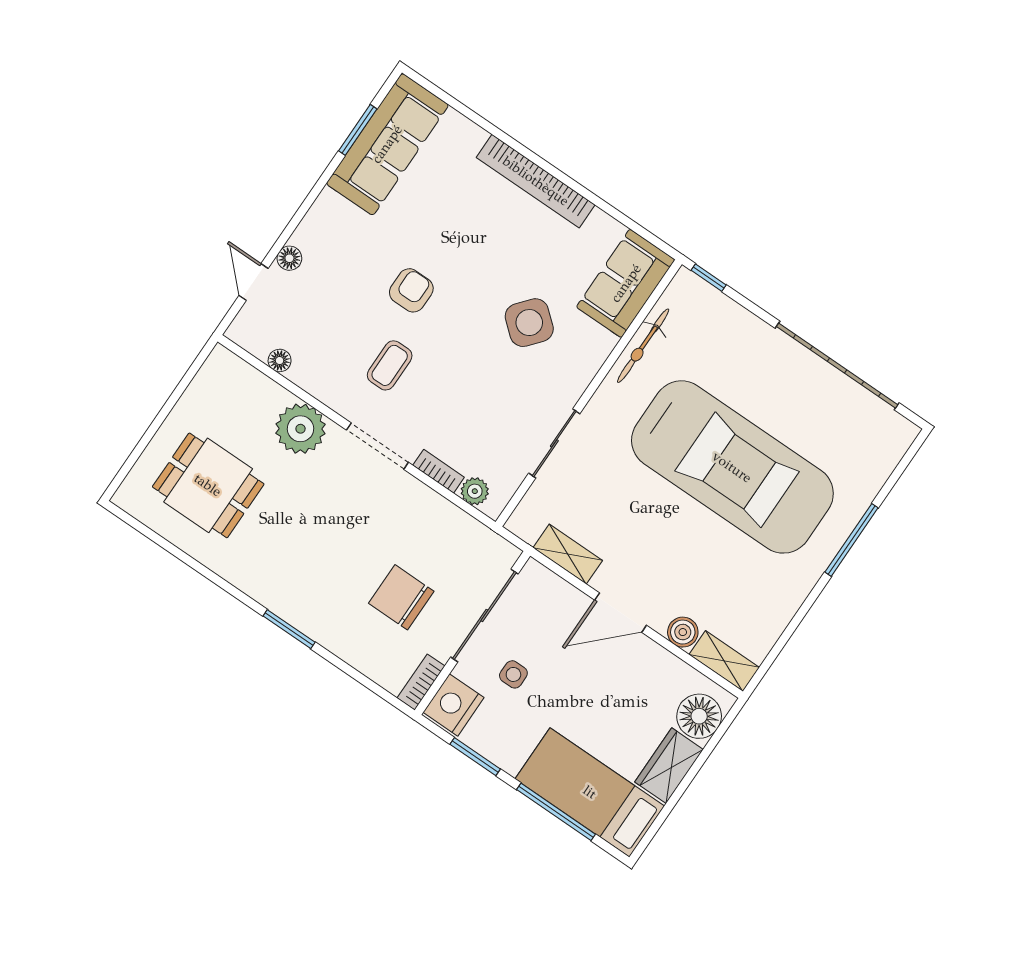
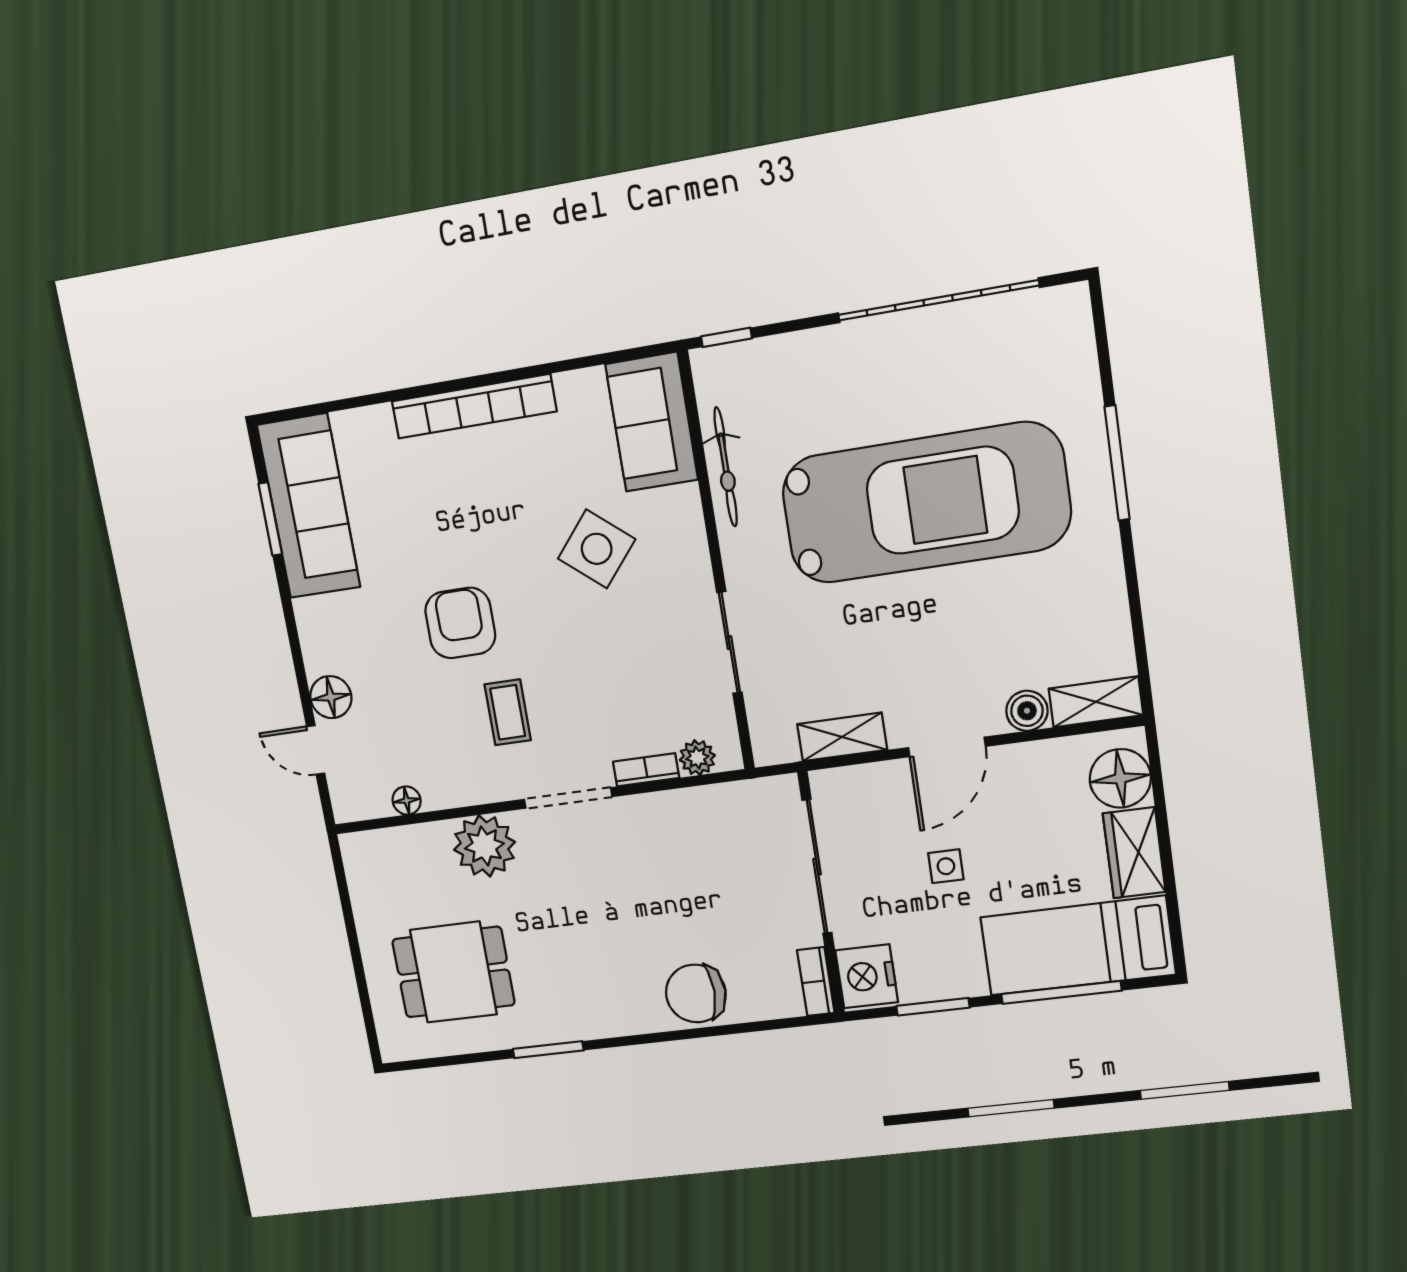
floor lamp: (289, 258) -> (331, 697), width x1.37, depth x1.37
armchair: (411, 290) -> (460, 623), width x1.38, depth x1.38
chair: (401, 597) -> (696, 993), moved
window: (289, 629) -> (548, 1050), moved
side table: (513, 674) -> (946, 866), moved

